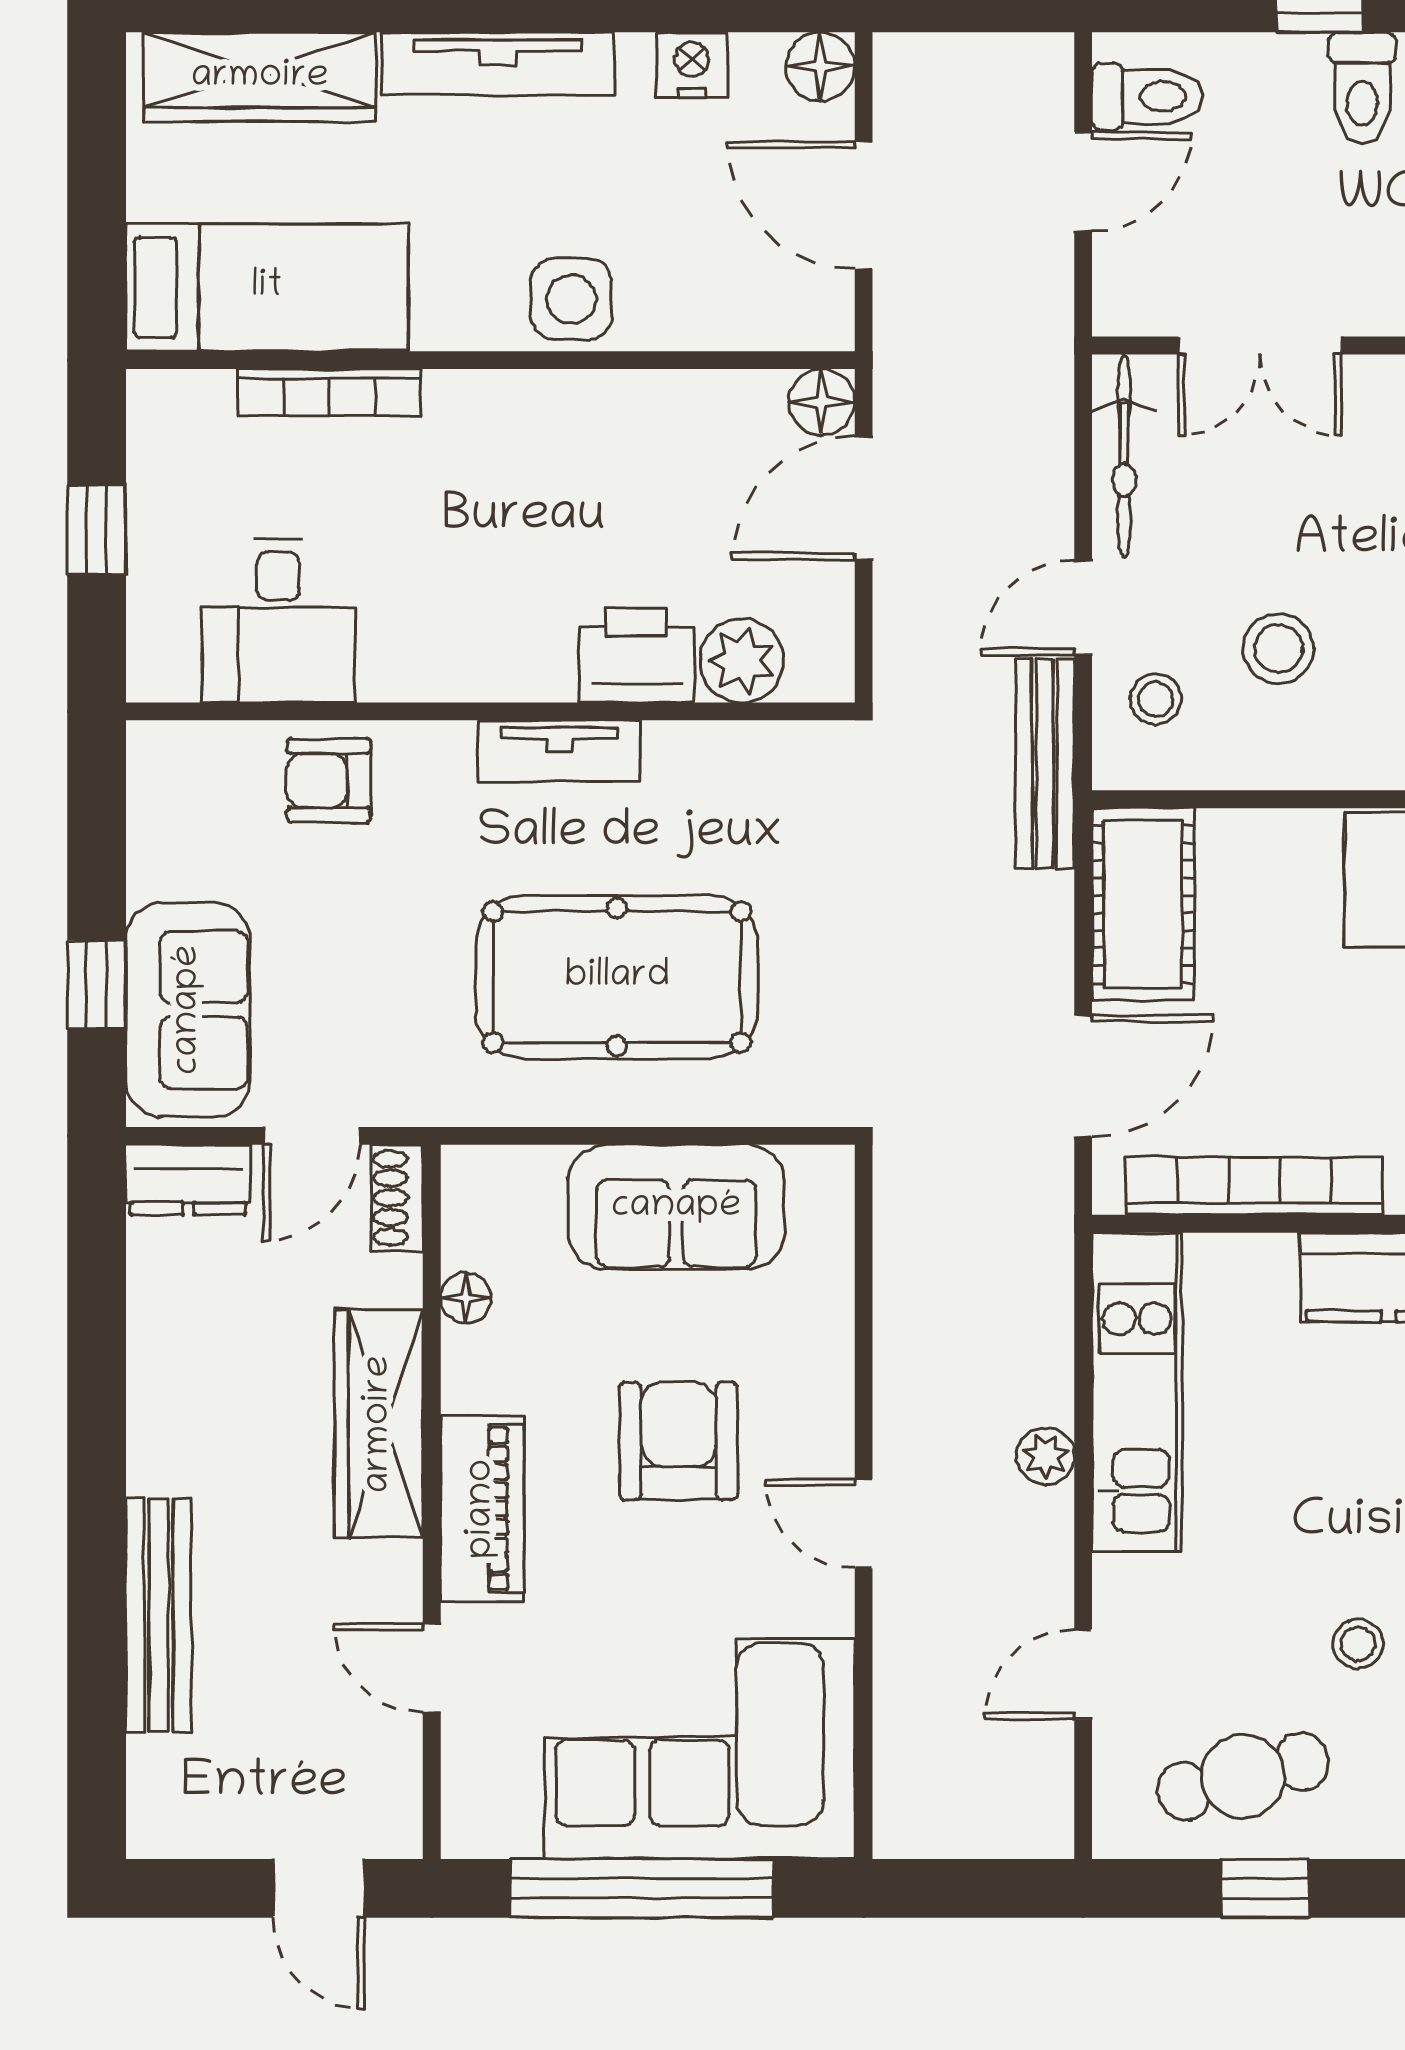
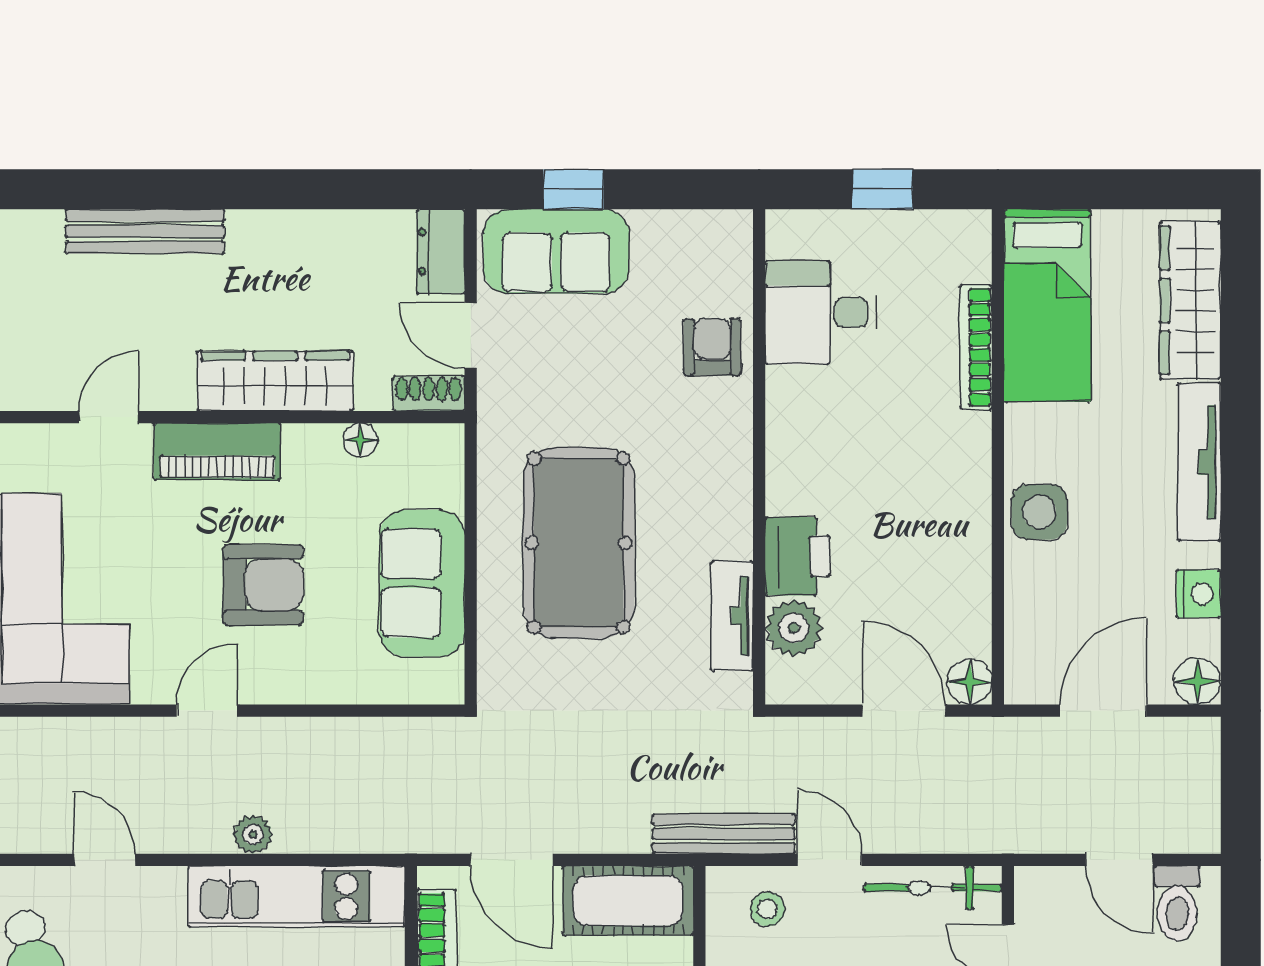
tv unit: (559, 751) -> (732, 616), moved

